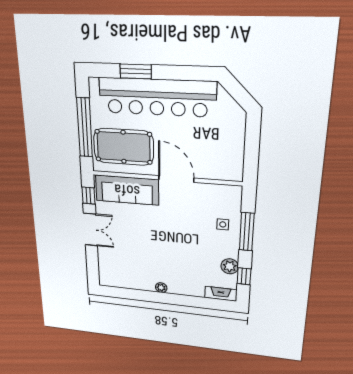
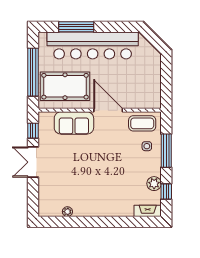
window: (136, 71) -> (76, 27), width x1.44
sofa: (127, 190) -> (74, 123), width x0.73
coffee table: (218, 198) -> (142, 123), added
double door: (90, 230) -> (33, 162), swing flipped
plant: (161, 288) -> (67, 212), moved

